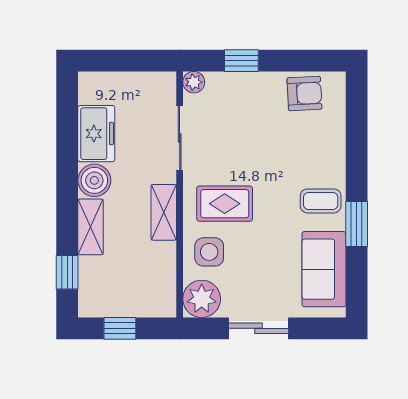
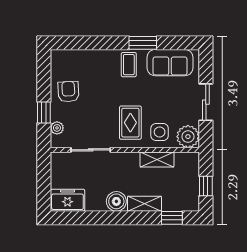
plant: (194, 82) -> (57, 128), moved
armchair: (304, 94) -> (68, 92), moved
freezer: (96, 134) -> (67, 200), moved
shelving: (164, 212) -> (157, 159), moved

